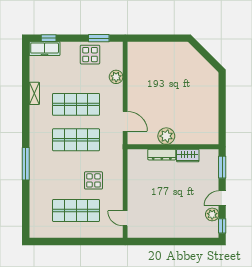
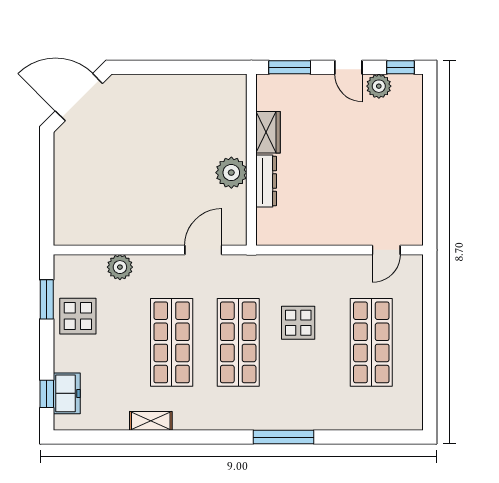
freezer: (45, 49) -> (67, 393), width x0.71
door: (206, 55) -> (79, 97), added
display table: (93, 180) -> (298, 323), moved

